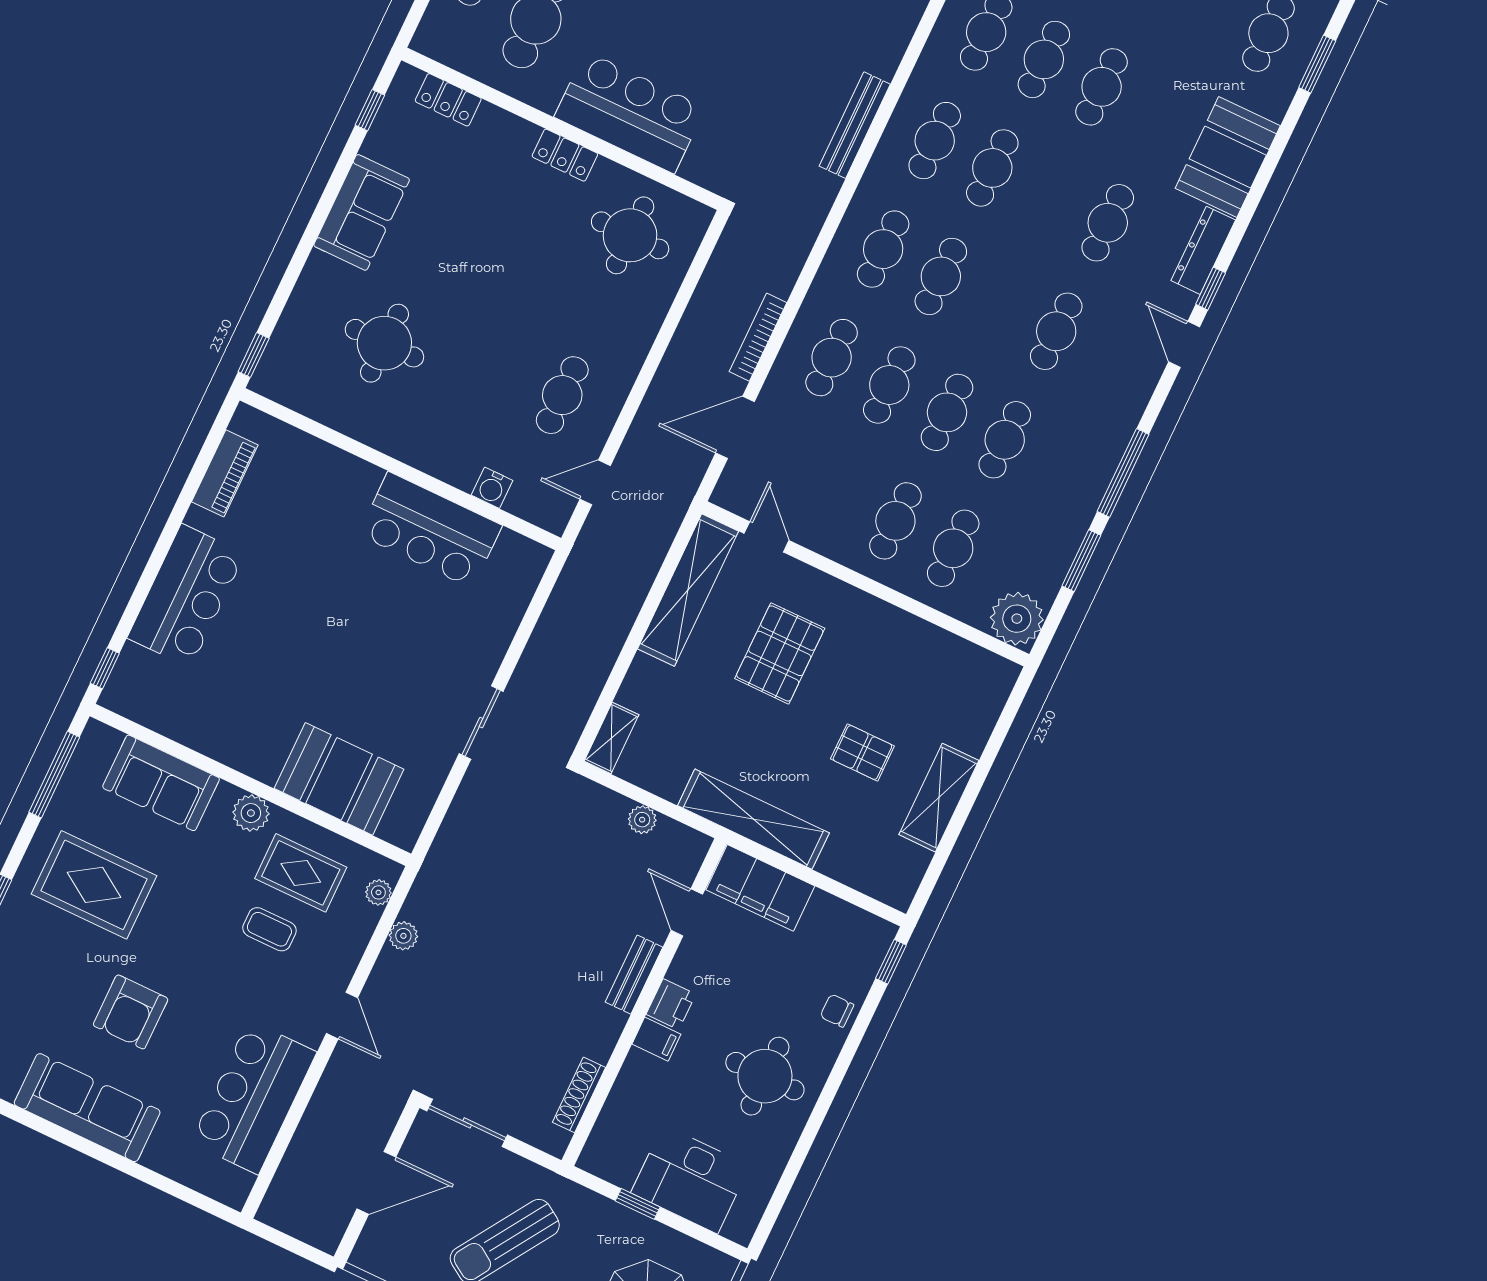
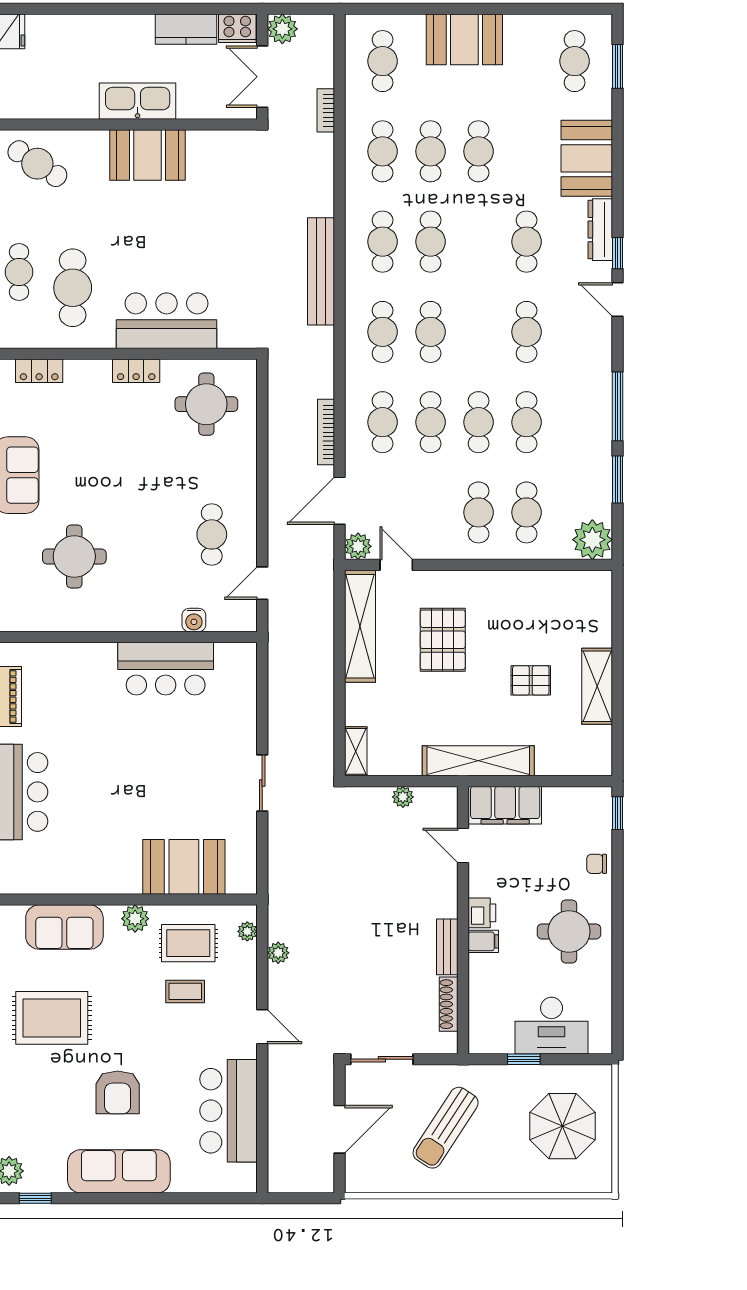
bench: (855, 125) -> (321, 271), width x1.37, depth x1.21
plant: (731, 493) -> (358, 546), added
bench: (634, 975) -> (447, 947), moved

